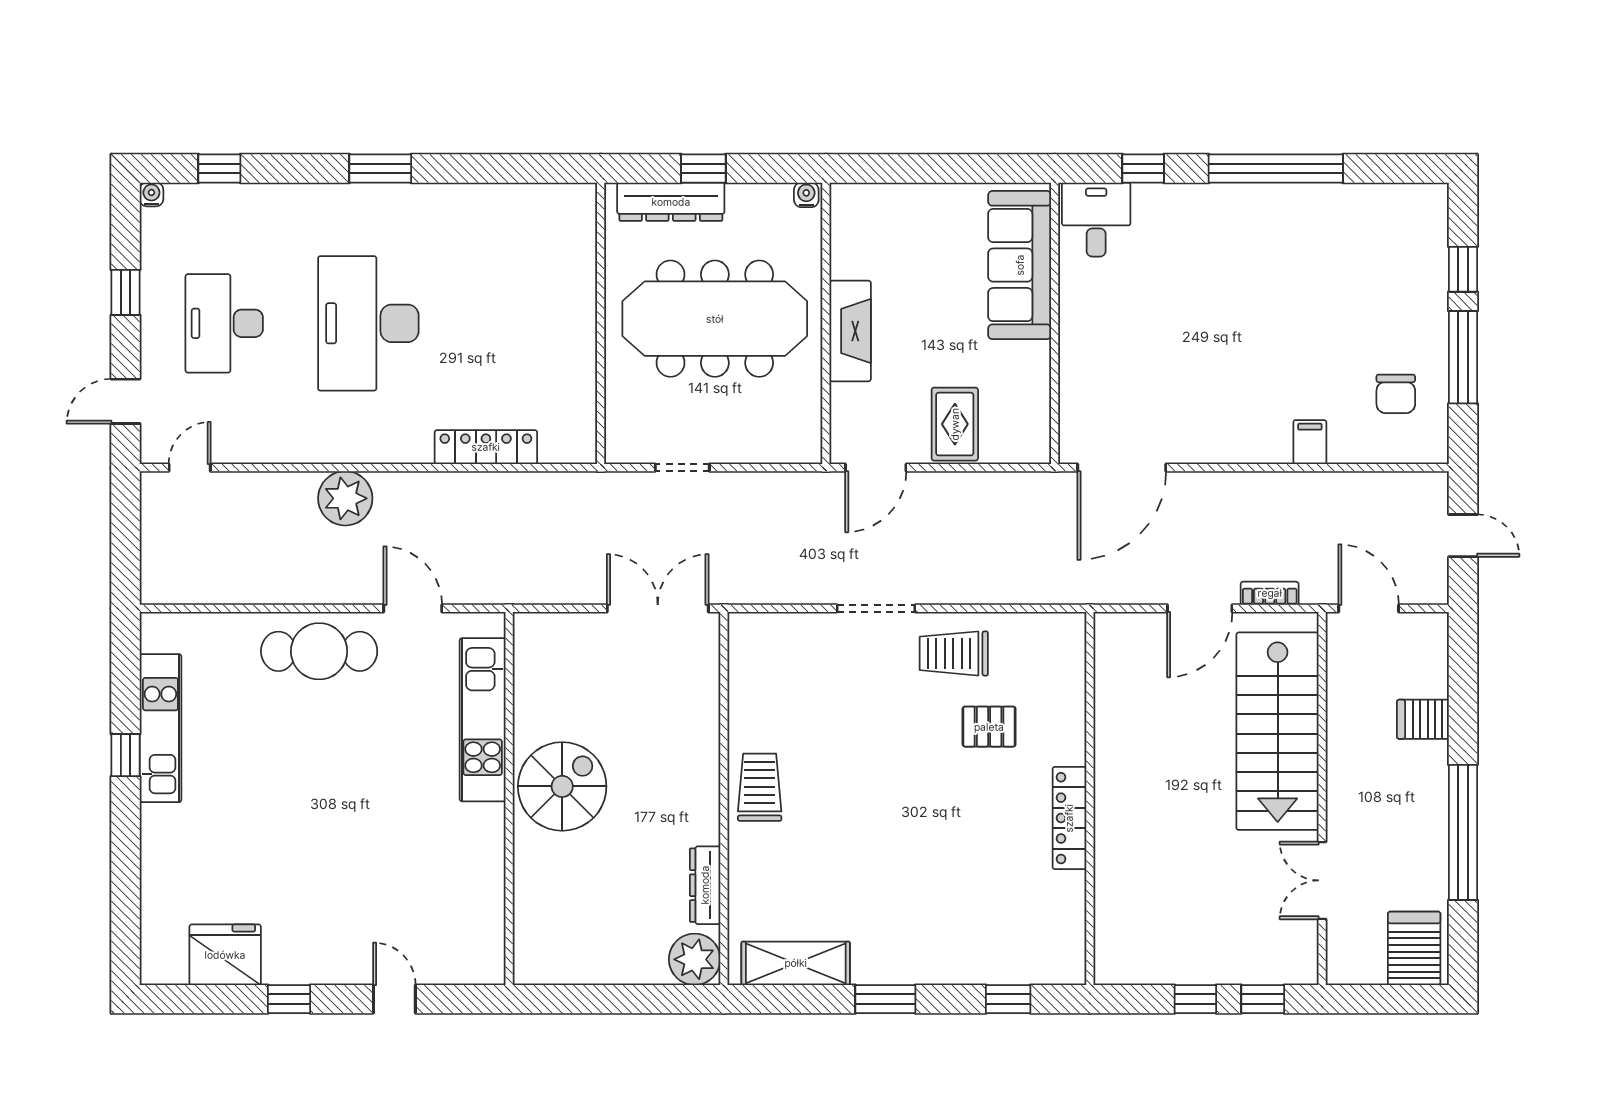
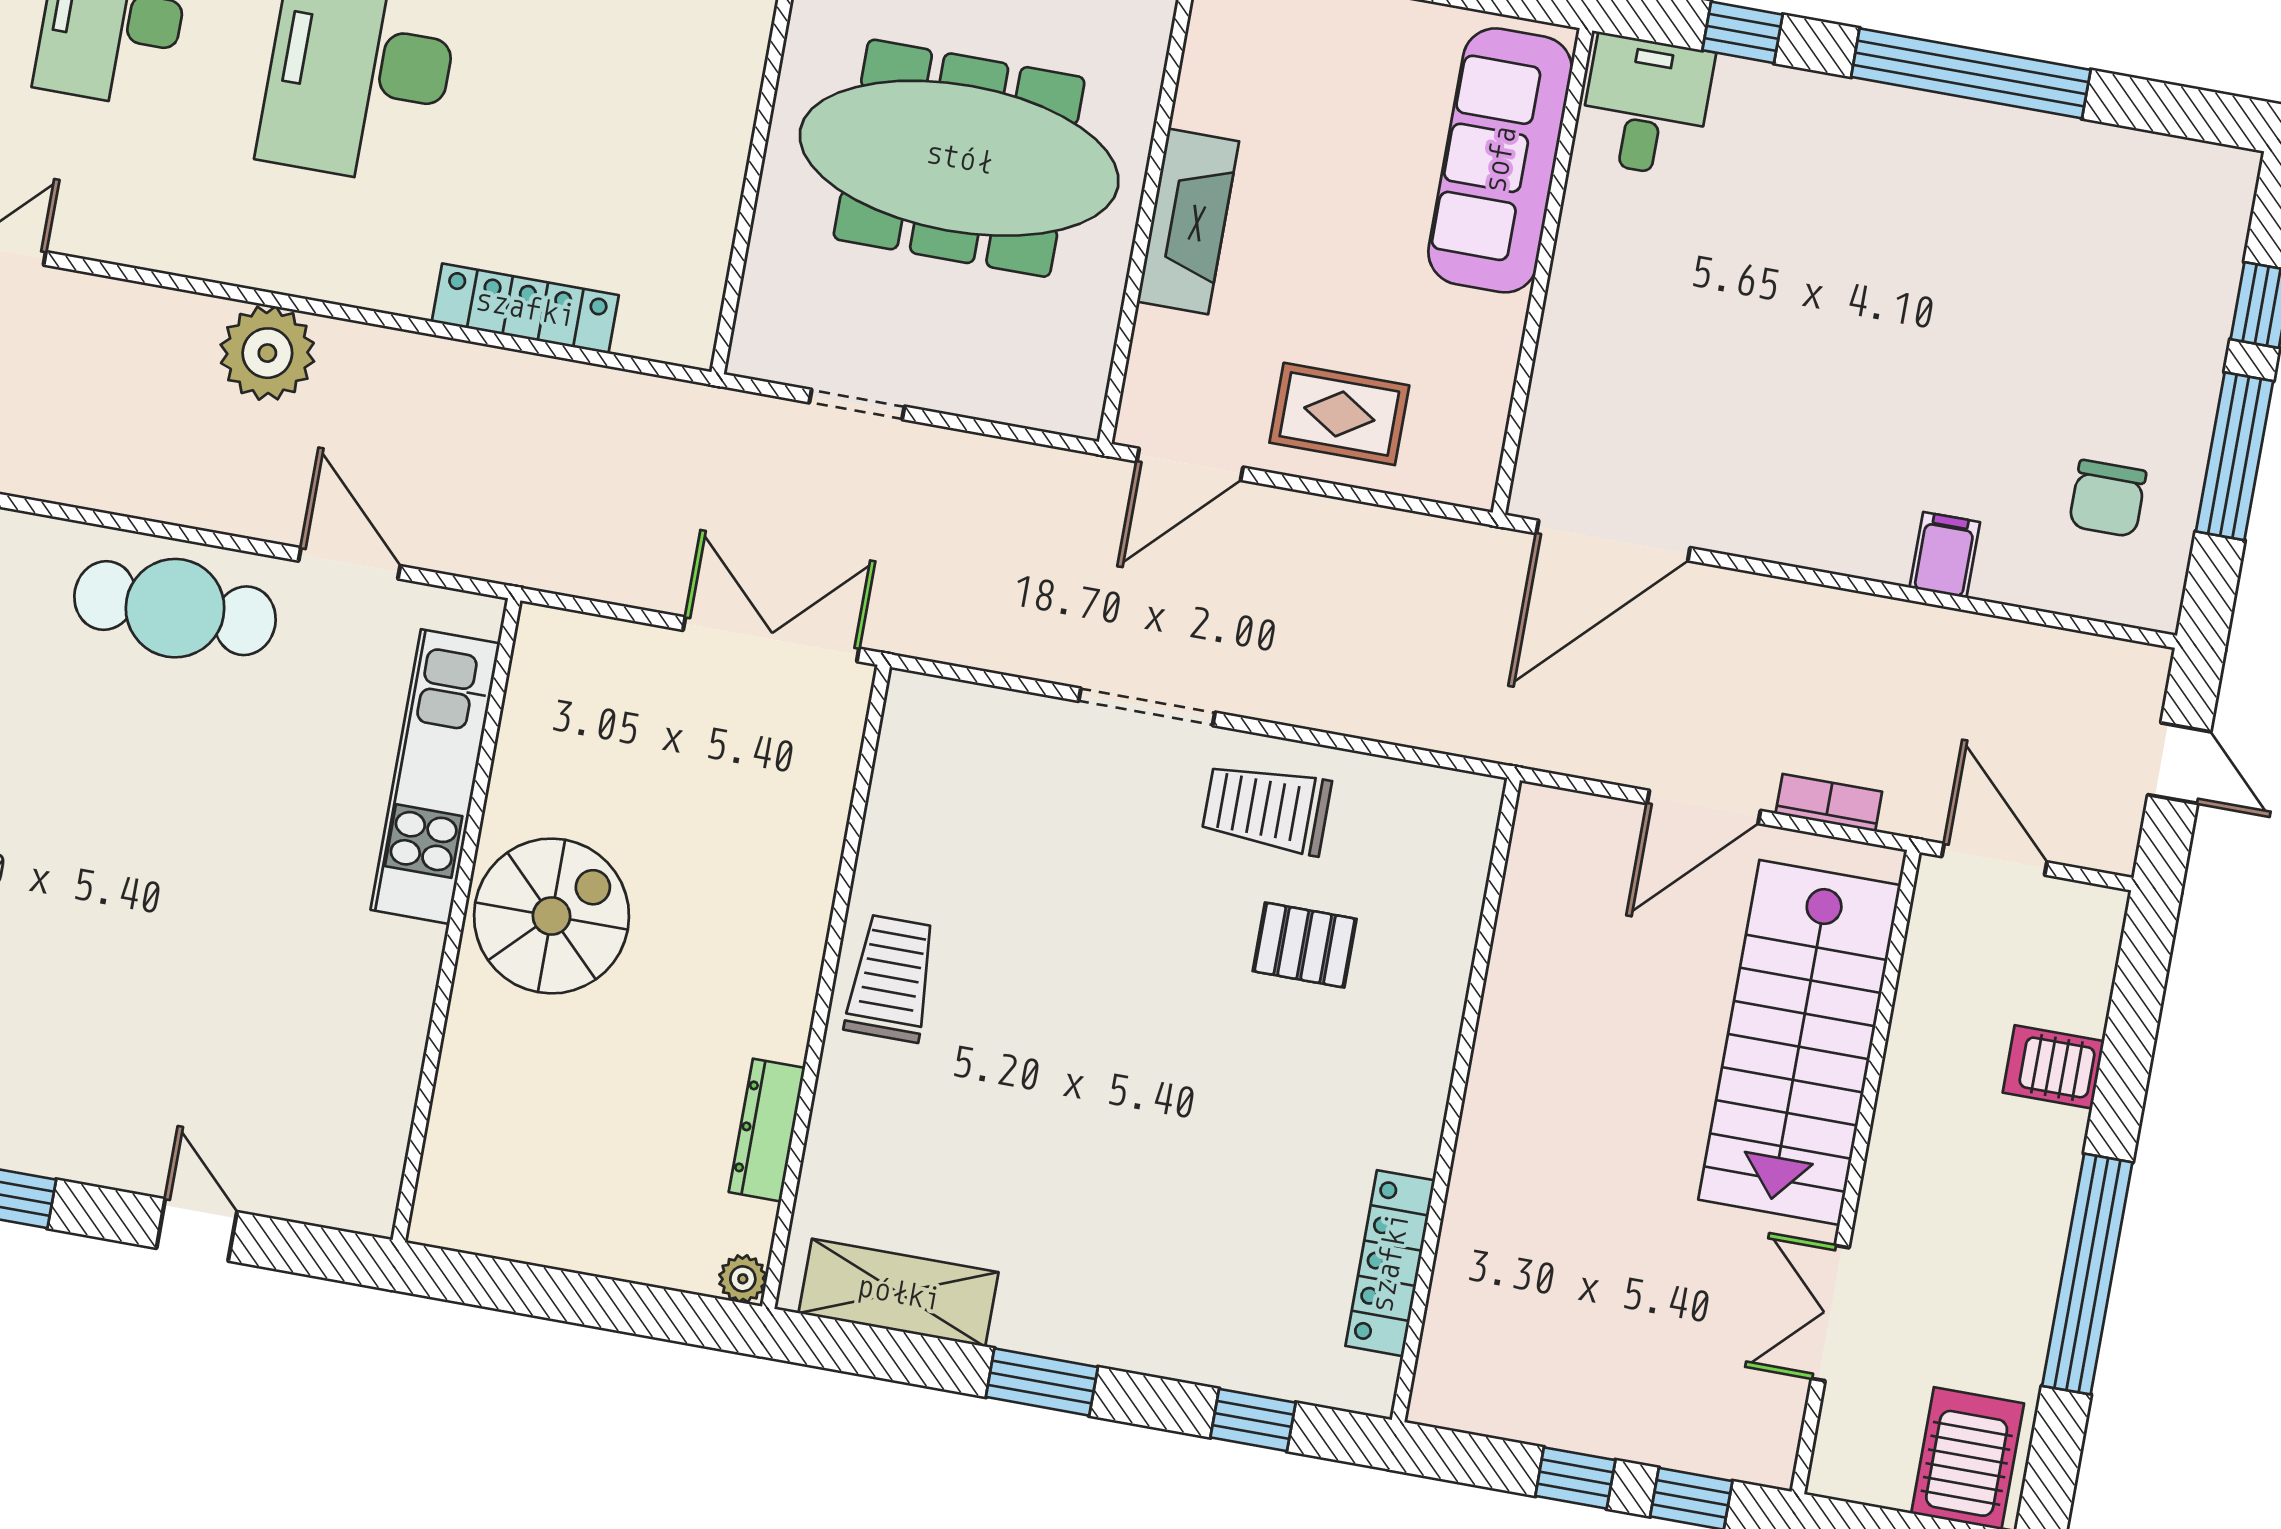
rug: (955, 424) -> (1339, 414), turned 90
locker: (1069, 818) -> (1390, 1263), moved
plant: (695, 959) -> (743, 1279), width x0.53, depth x0.53

